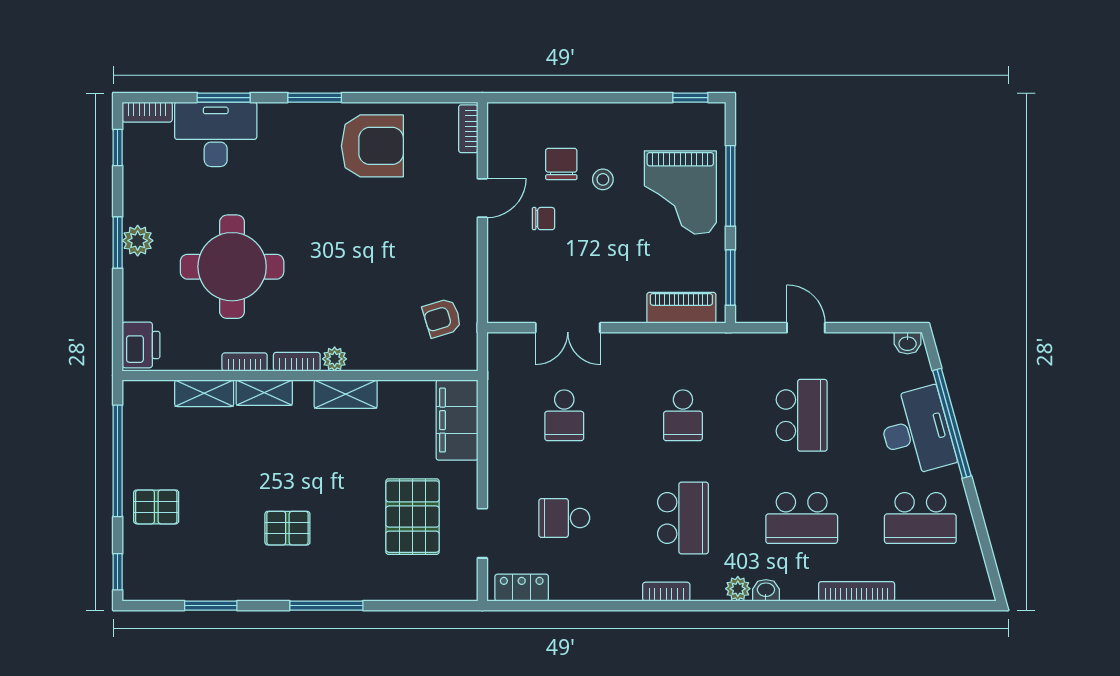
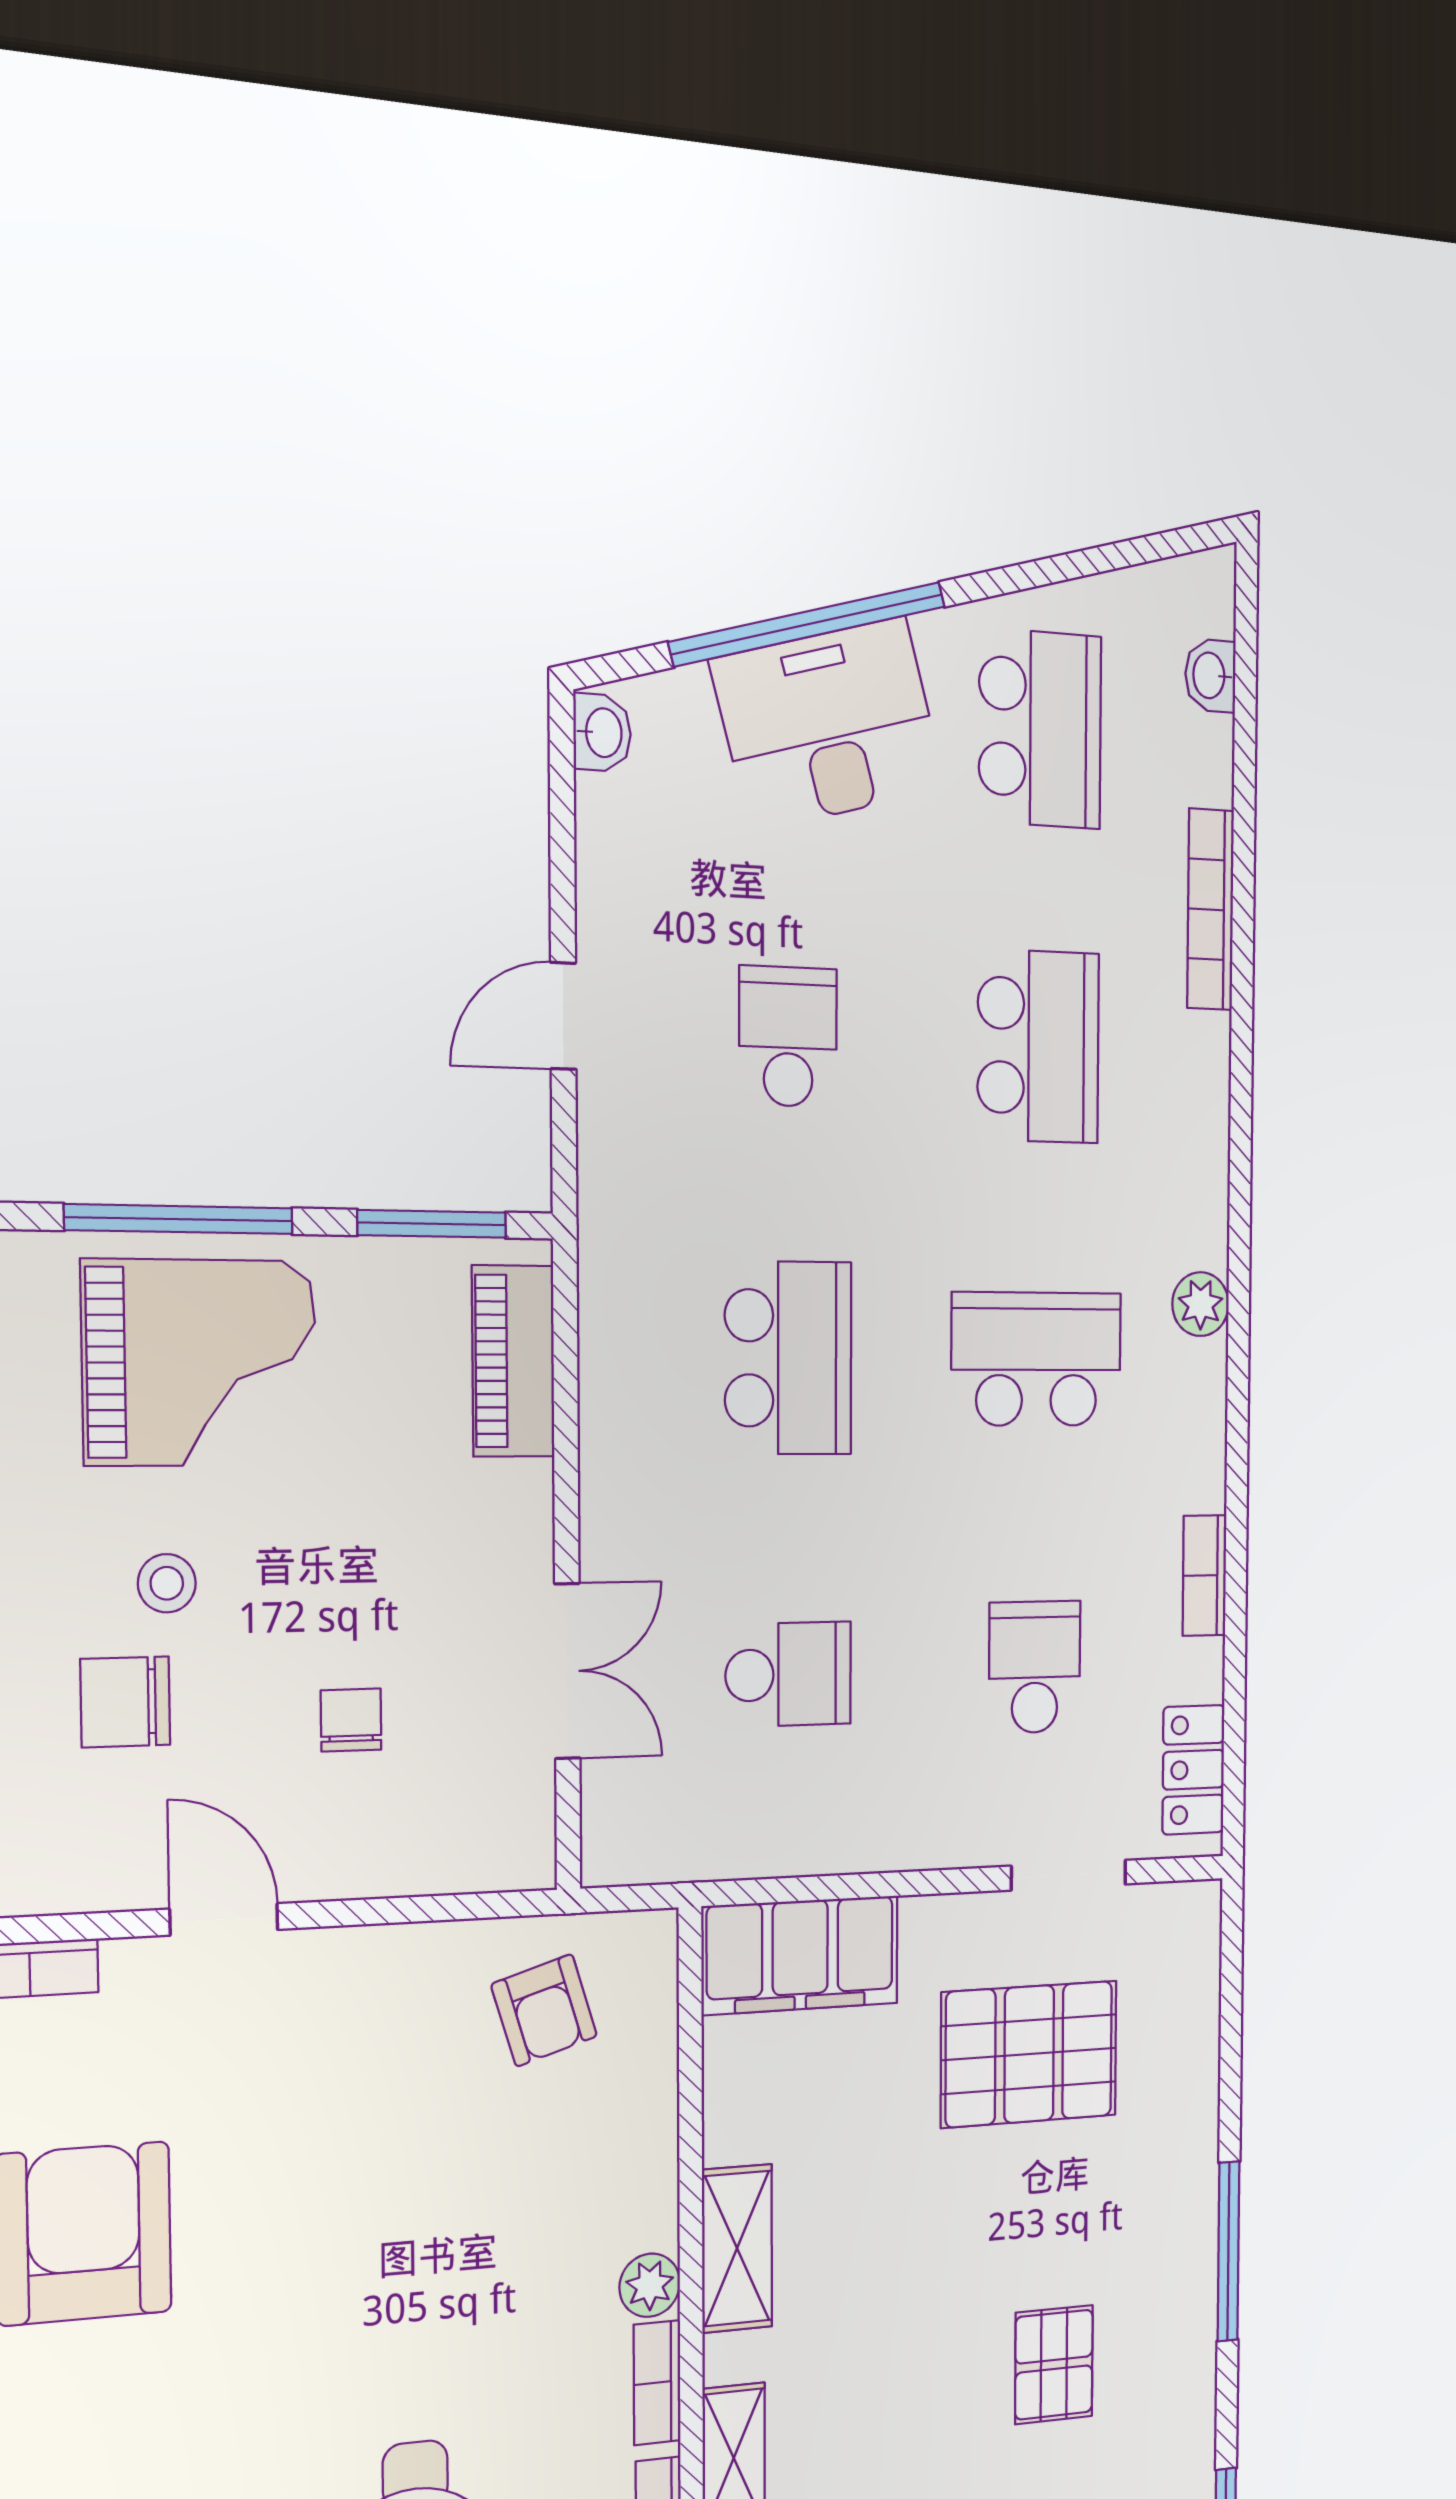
chair: (544, 219) -> (351, 1720), moved
school desk: (683, 415) -> (788, 1358), width x1.85
school desk: (802, 415) -> (788, 1037), width x0.54
school desk: (564, 518) -> (1035, 1667), turned 180
plant: (738, 589) -> (1201, 1304), moved
washbasin: (766, 590) -> (1210, 675), moved
bookcase: (666, 592) -> (1204, 1575), moved

